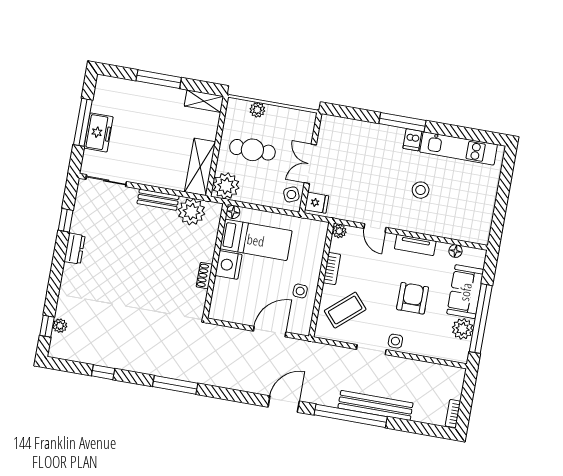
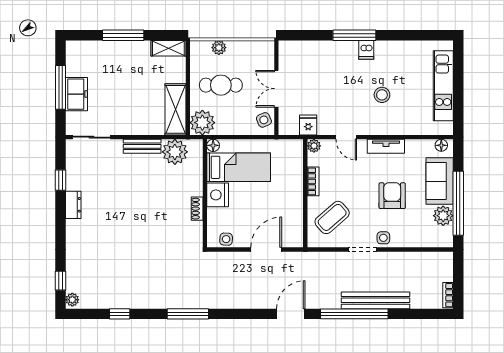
kitchen unit: (459, 148) -> (443, 86), moved, turned 90
fridge: (317, 203) -> (308, 125), moved, turned -90
floor lamp: (455, 251) -> (441, 145), moved
side table: (300, 291) -> (226, 239), moved
plant: (60, 326) -> (72, 300), moved

